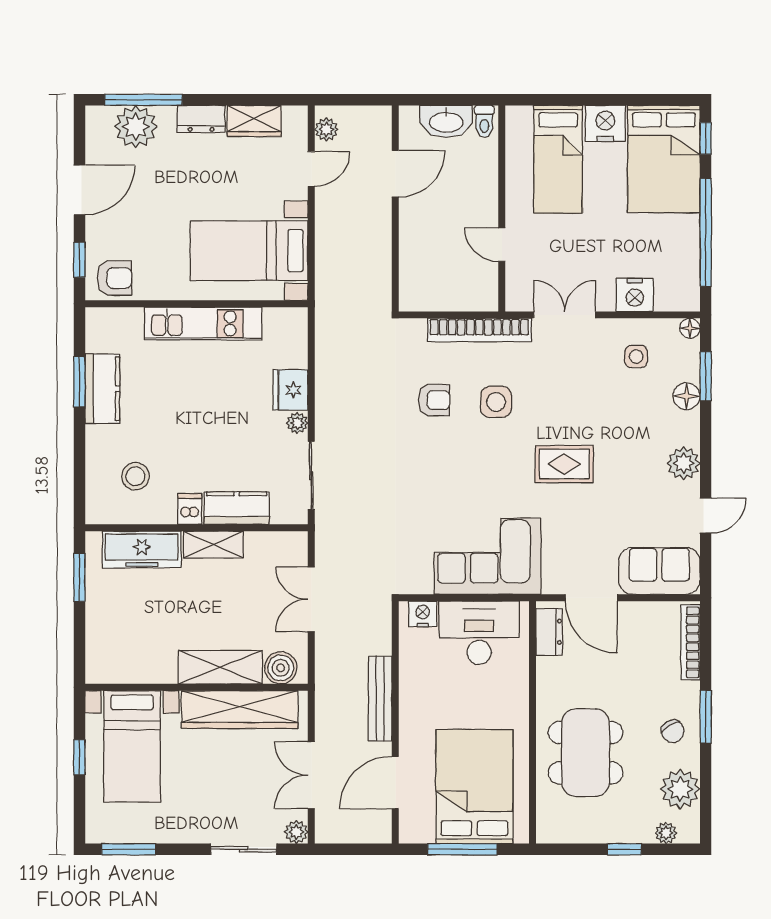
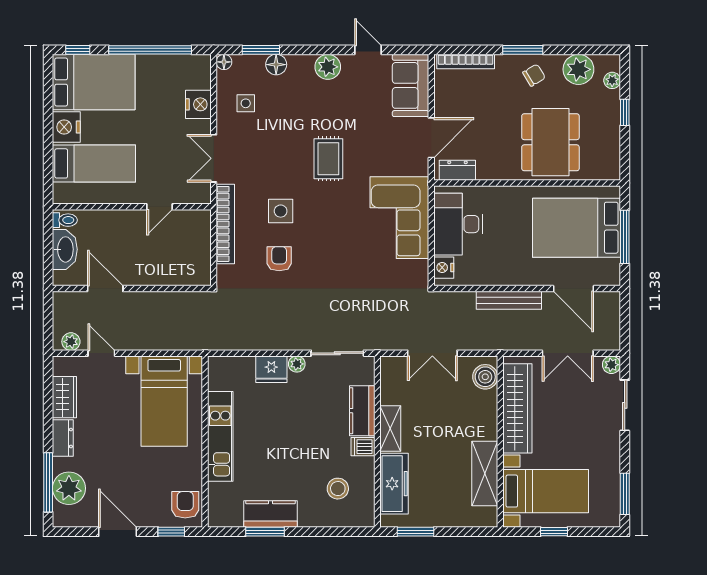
shelving: (220, 667) -> (485, 474), moved
dining table: (586, 753) -> (550, 142), turned 90

